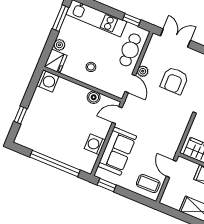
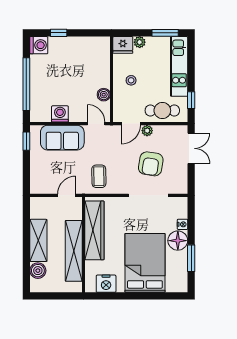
armchair: (174, 80) -> (151, 164), turned -81
washing machine: (48, 81) -> (39, 45), moved, turned -90
coffee table: (148, 184) -> (99, 176), moved

